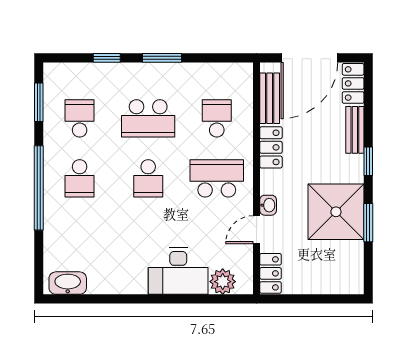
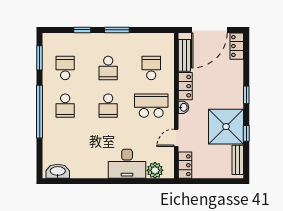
school desk: (148, 118) -> (108, 68), width x0.54
bench: (355, 130) -> (238, 160), moved
washbasin: (268, 205) -> (183, 107), moved
window: (368, 223) -> (246, 133), width x0.67

